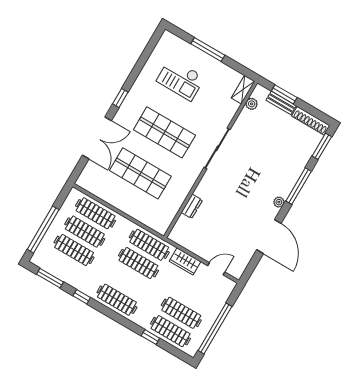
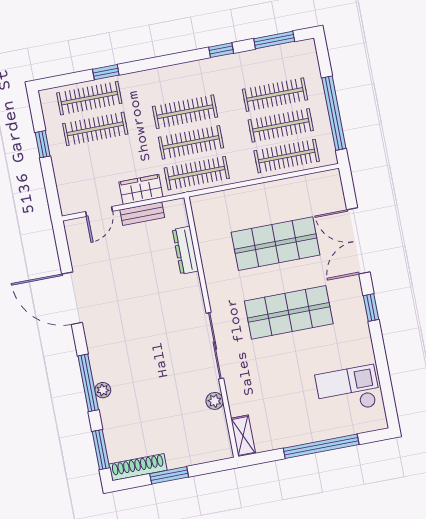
window: (208, 49) -> (321, 446), width x1.46
checkout: (181, 79) -> (348, 390), moved
window: (284, 94) -> (169, 475), moved
bench: (281, 103) -> (142, 214), moved
plant: (252, 104) -> (215, 401), moved
plant: (279, 202) -> (103, 390), moved
dresser: (192, 206) -> (185, 250), width x1.44
window: (43, 230) -> (334, 113), moved
clothes rail: (117, 300) -> (185, 112), moved
window: (215, 328) -> (43, 144), width x0.32

